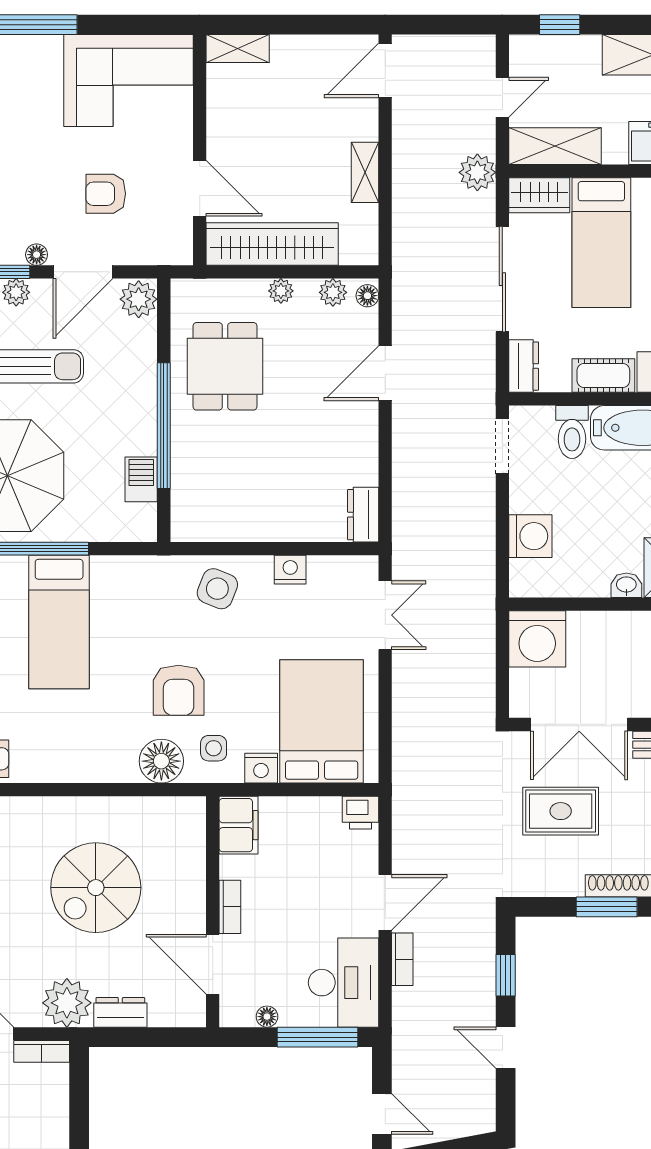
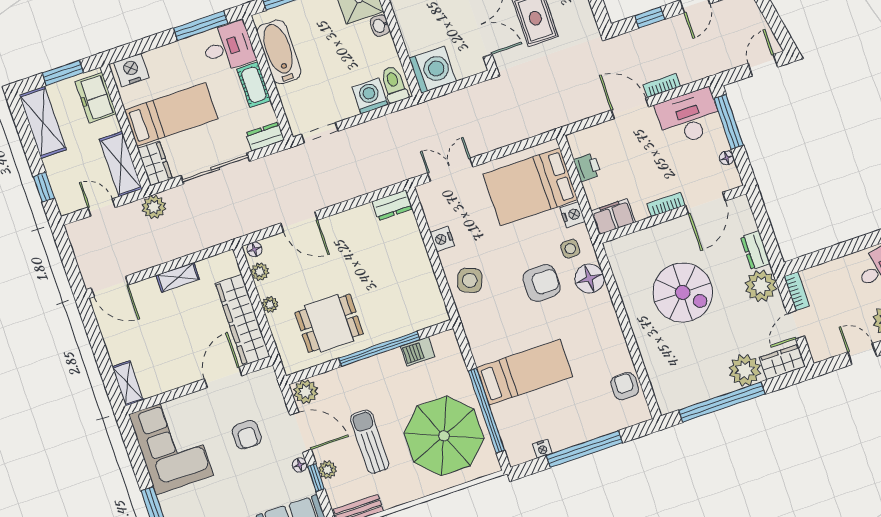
toilet: (572, 432) -> (394, 84), moved, turned -90
printer: (361, 813) -> (587, 167), moved

